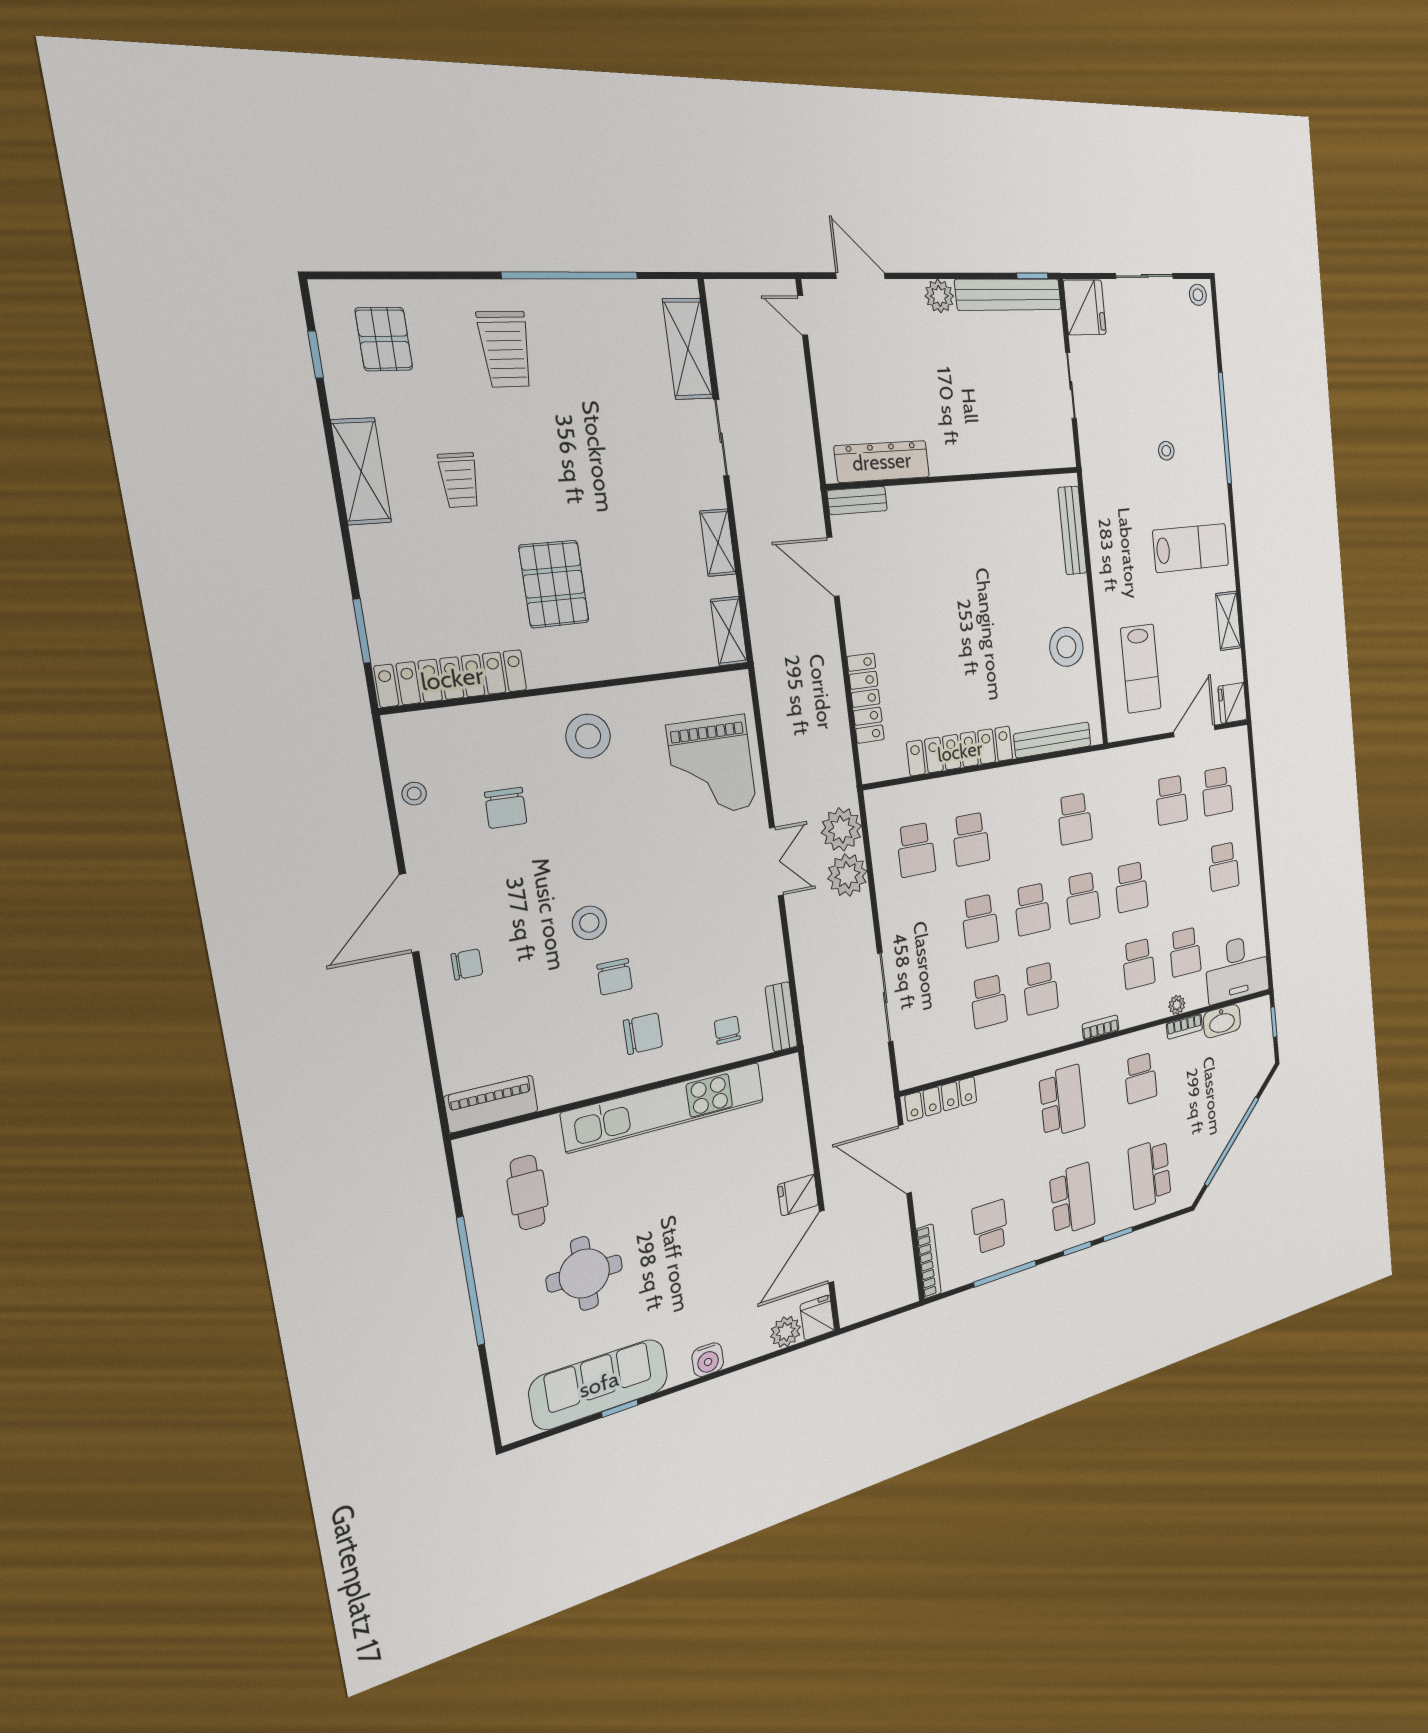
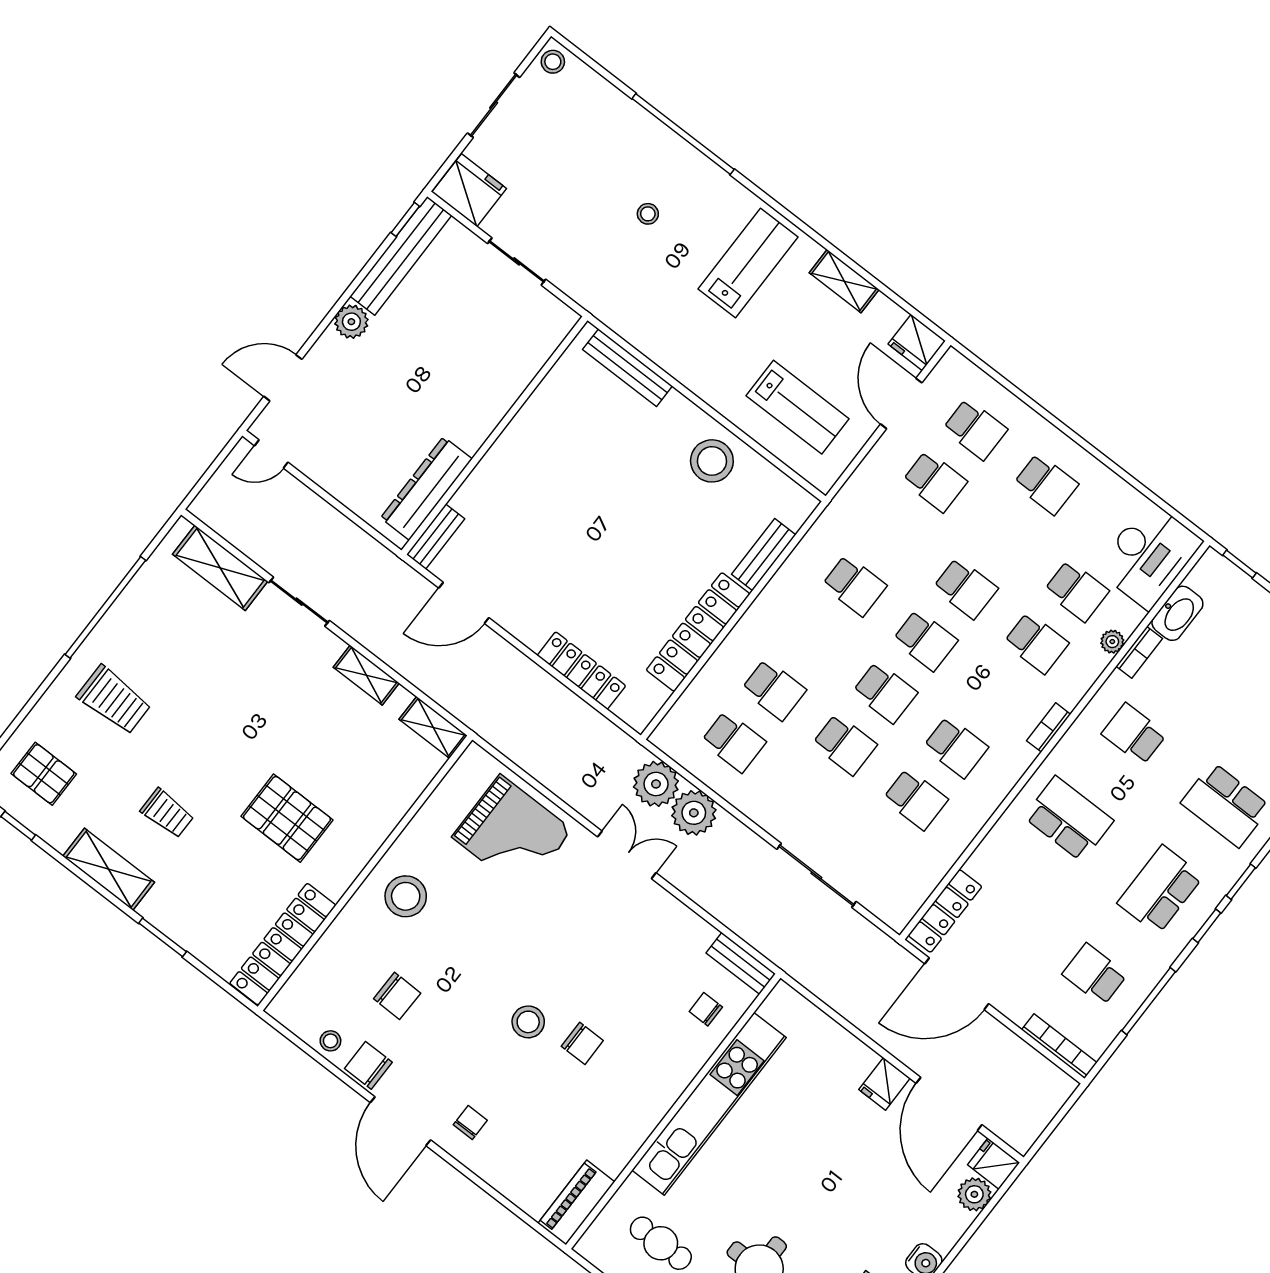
window: (362, 631) -> (163, 937), moved
bench: (1053, 740) -> (764, 554), width x0.73
chair: (643, 1034) -> (368, 1065), moved, turned -90
school desk: (1141, 1078) -> (1134, 734), turned 180
school desk: (1072, 1199) -> (1160, 890), turned -90

